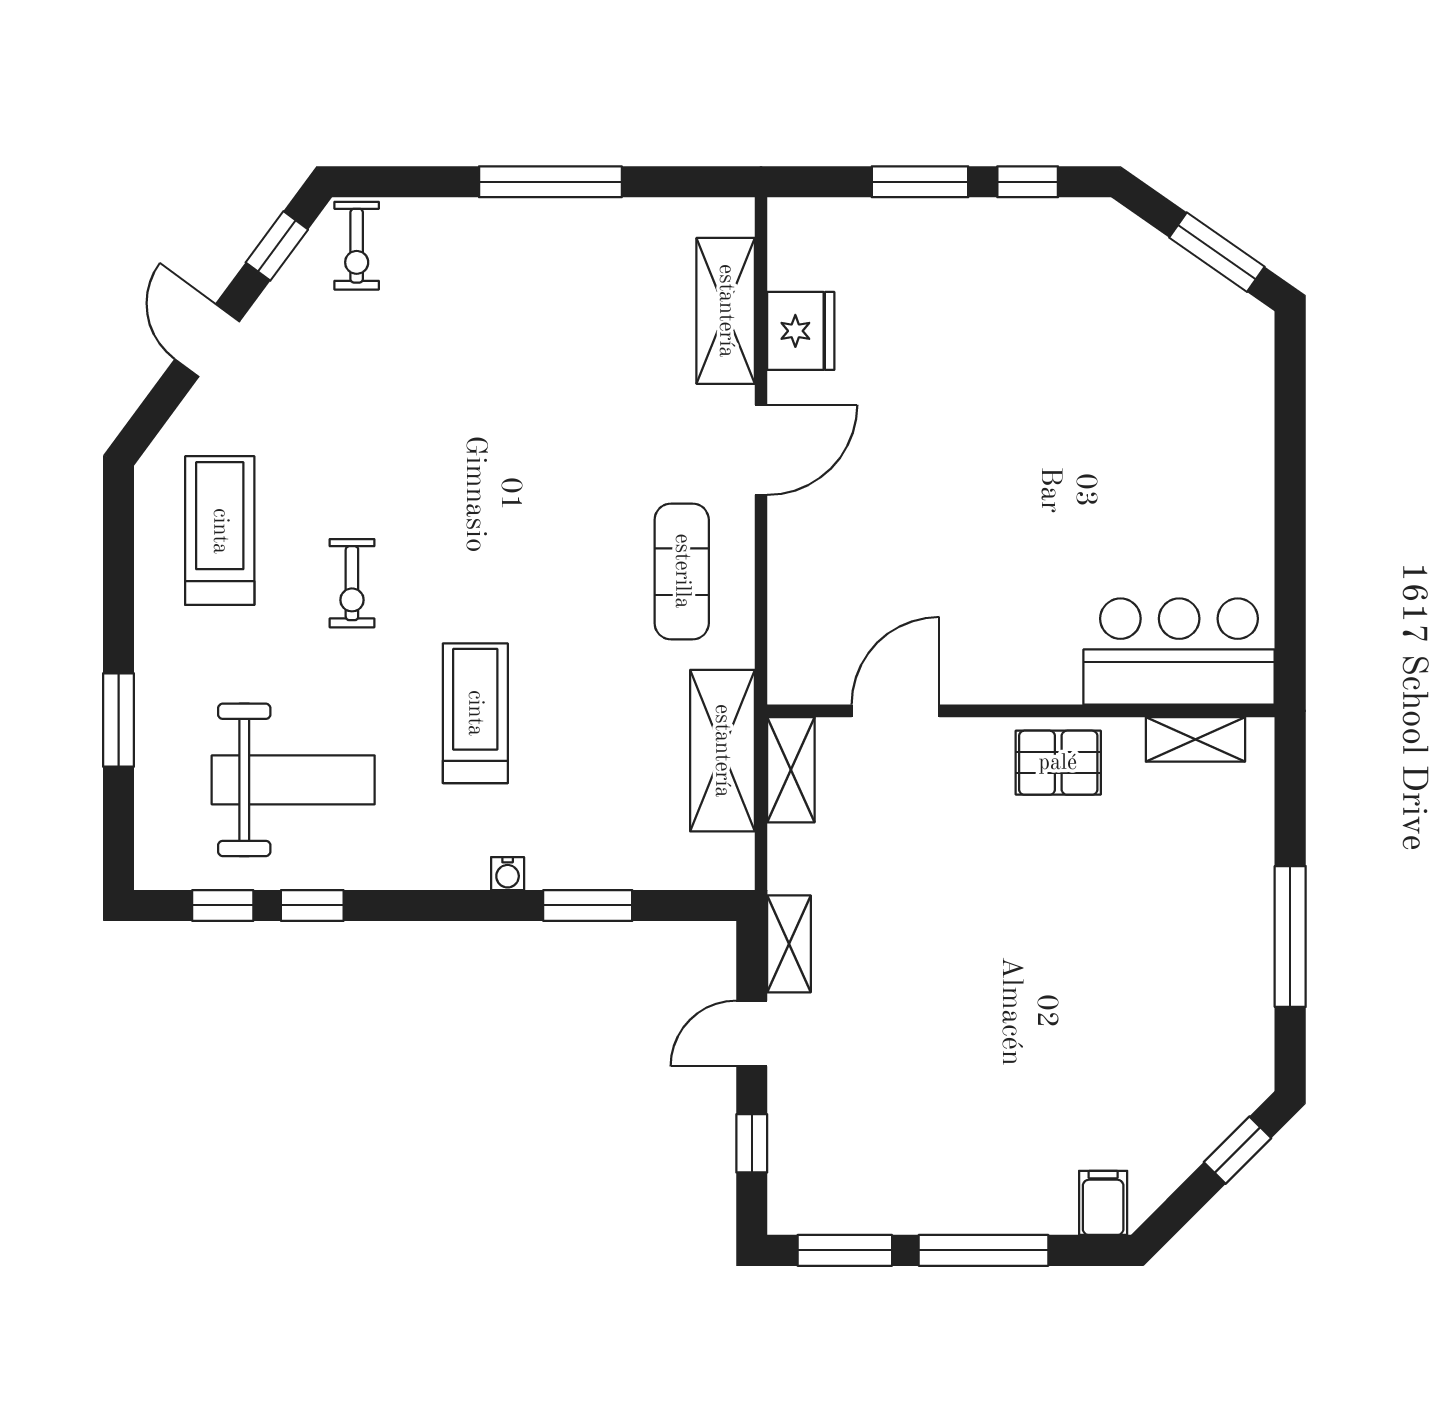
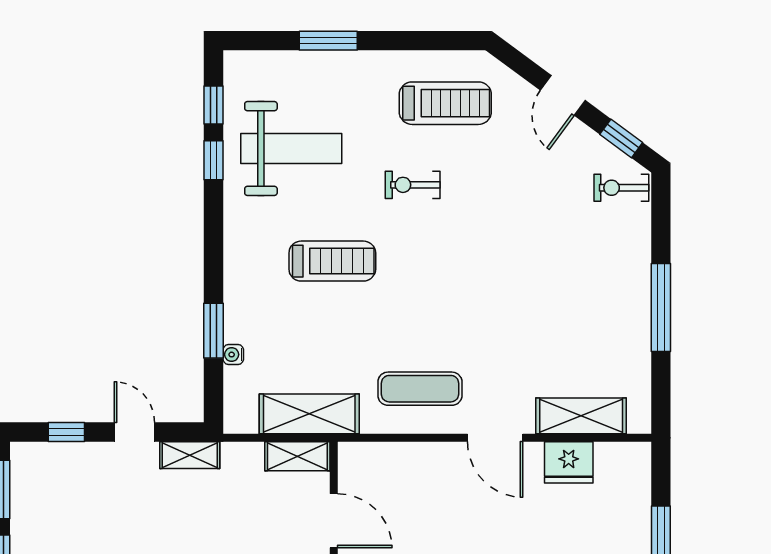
door: (207, 340) -> (563, 95), swing flipped
weight bench: (293, 780) -> (291, 149), turned -90
water cooler: (508, 874) -> (233, 355), moved

